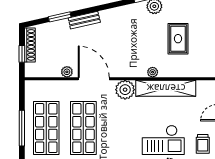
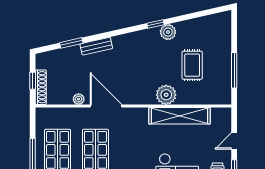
shoe rack: (30, 45) -> (41, 87), moved
plant: (153, 72) -> (166, 95), width x1.88, depth x1.88
plant: (125, 90) -> (138, 117), removed

